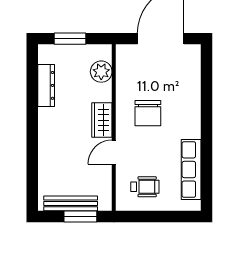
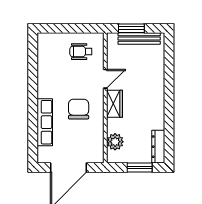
dresser: (46, 85) -> (158, 147), moved
row of seats: (191, 169) -> (45, 122), moved

